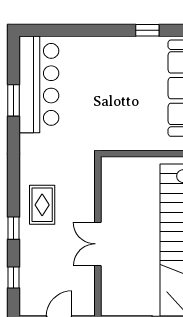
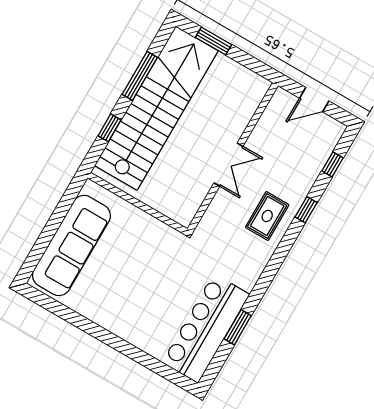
window: (147, 30) -> (77, 320), removed
double door: (98, 244) -> (228, 165), moved

